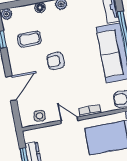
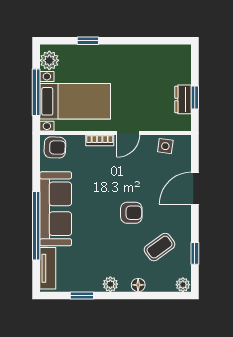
coffee table: (29, 39) -> (160, 247), turned -36
door: (69, 120) -> (128, 133), hinge flipped

